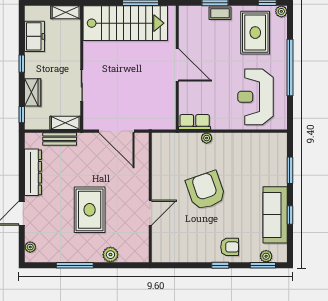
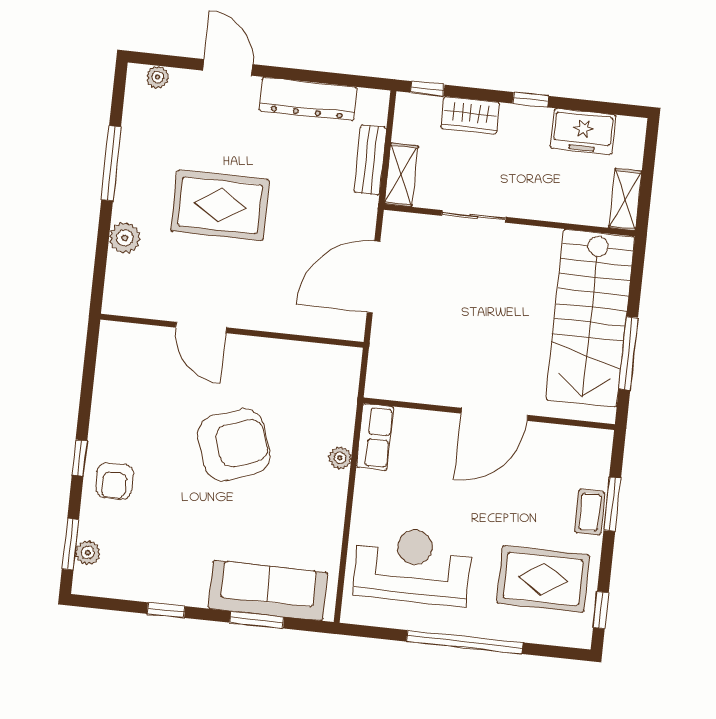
plant: (281, 11) -> (580, 636), removed
sofa: (275, 215) -> (268, 590), moved

